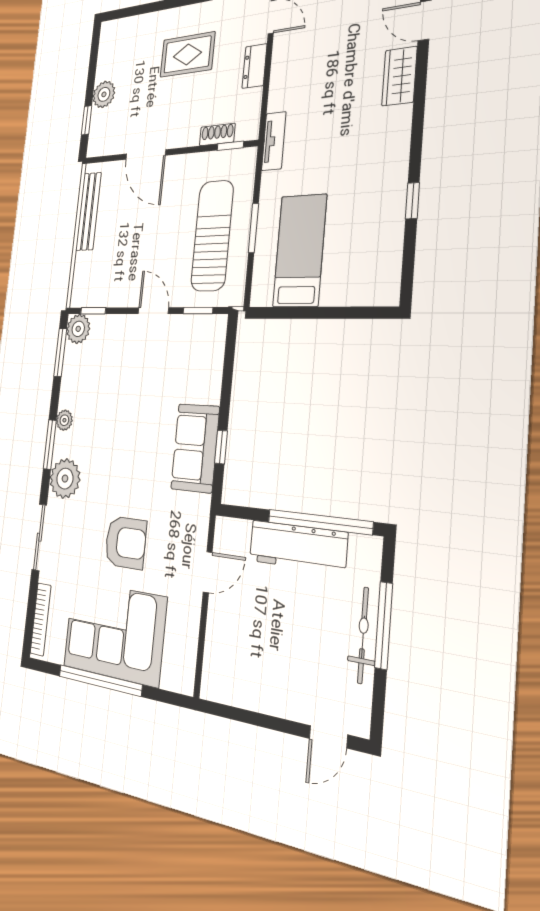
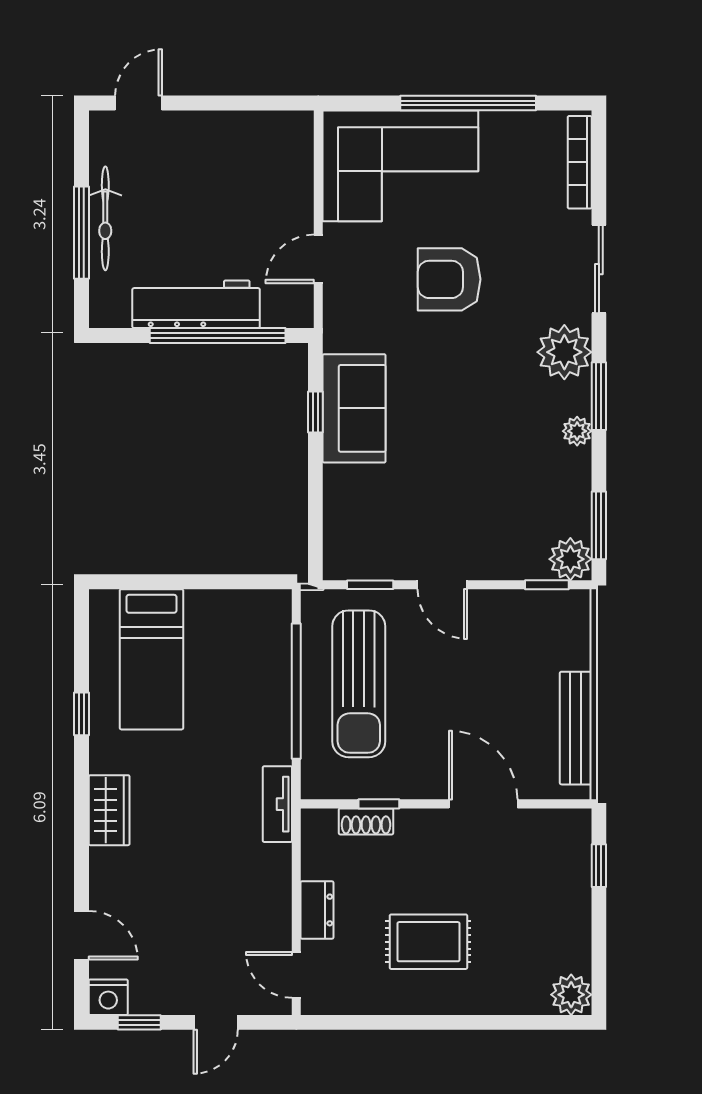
wardrobe: (399, 76) -> (109, 810), moved
plant: (104, 94) -> (571, 995), moved
window: (230, 146) -> (379, 804), moved
window: (253, 228) -> (296, 691), width x2.11
bed: (300, 251) -> (152, 659), moved
window: (320, 522) -> (218, 335), moved
corner sofa: (114, 632) -> (400, 166), moved

